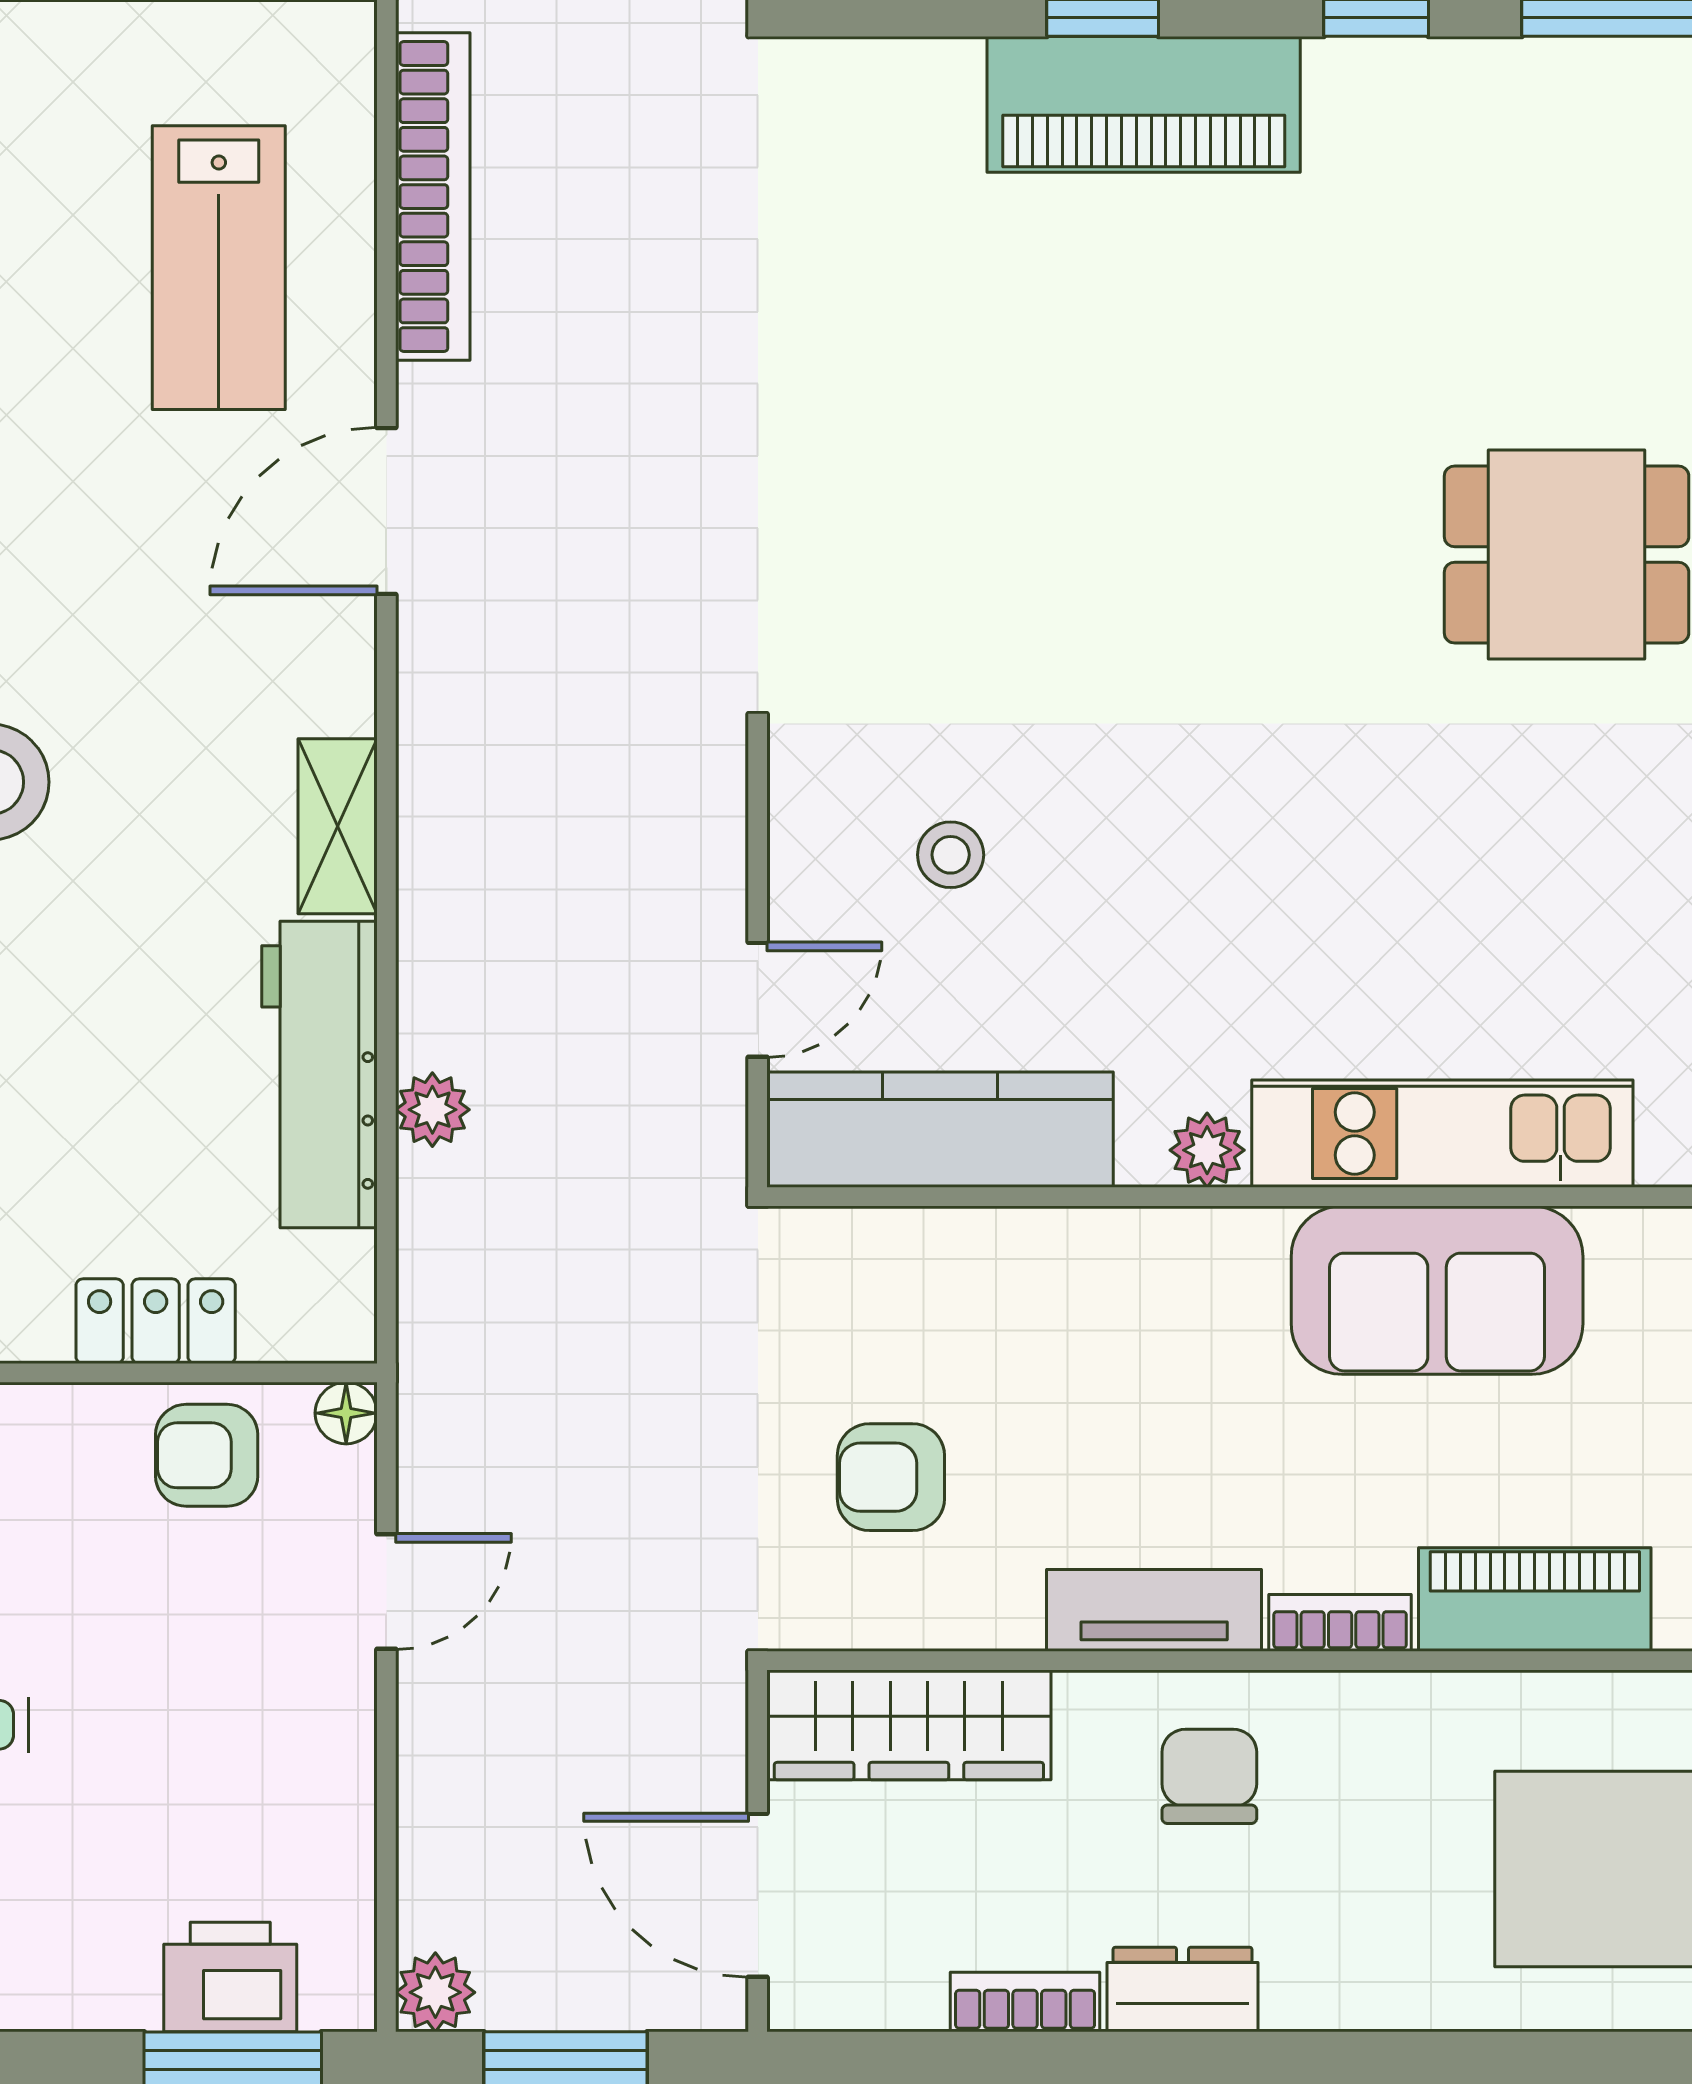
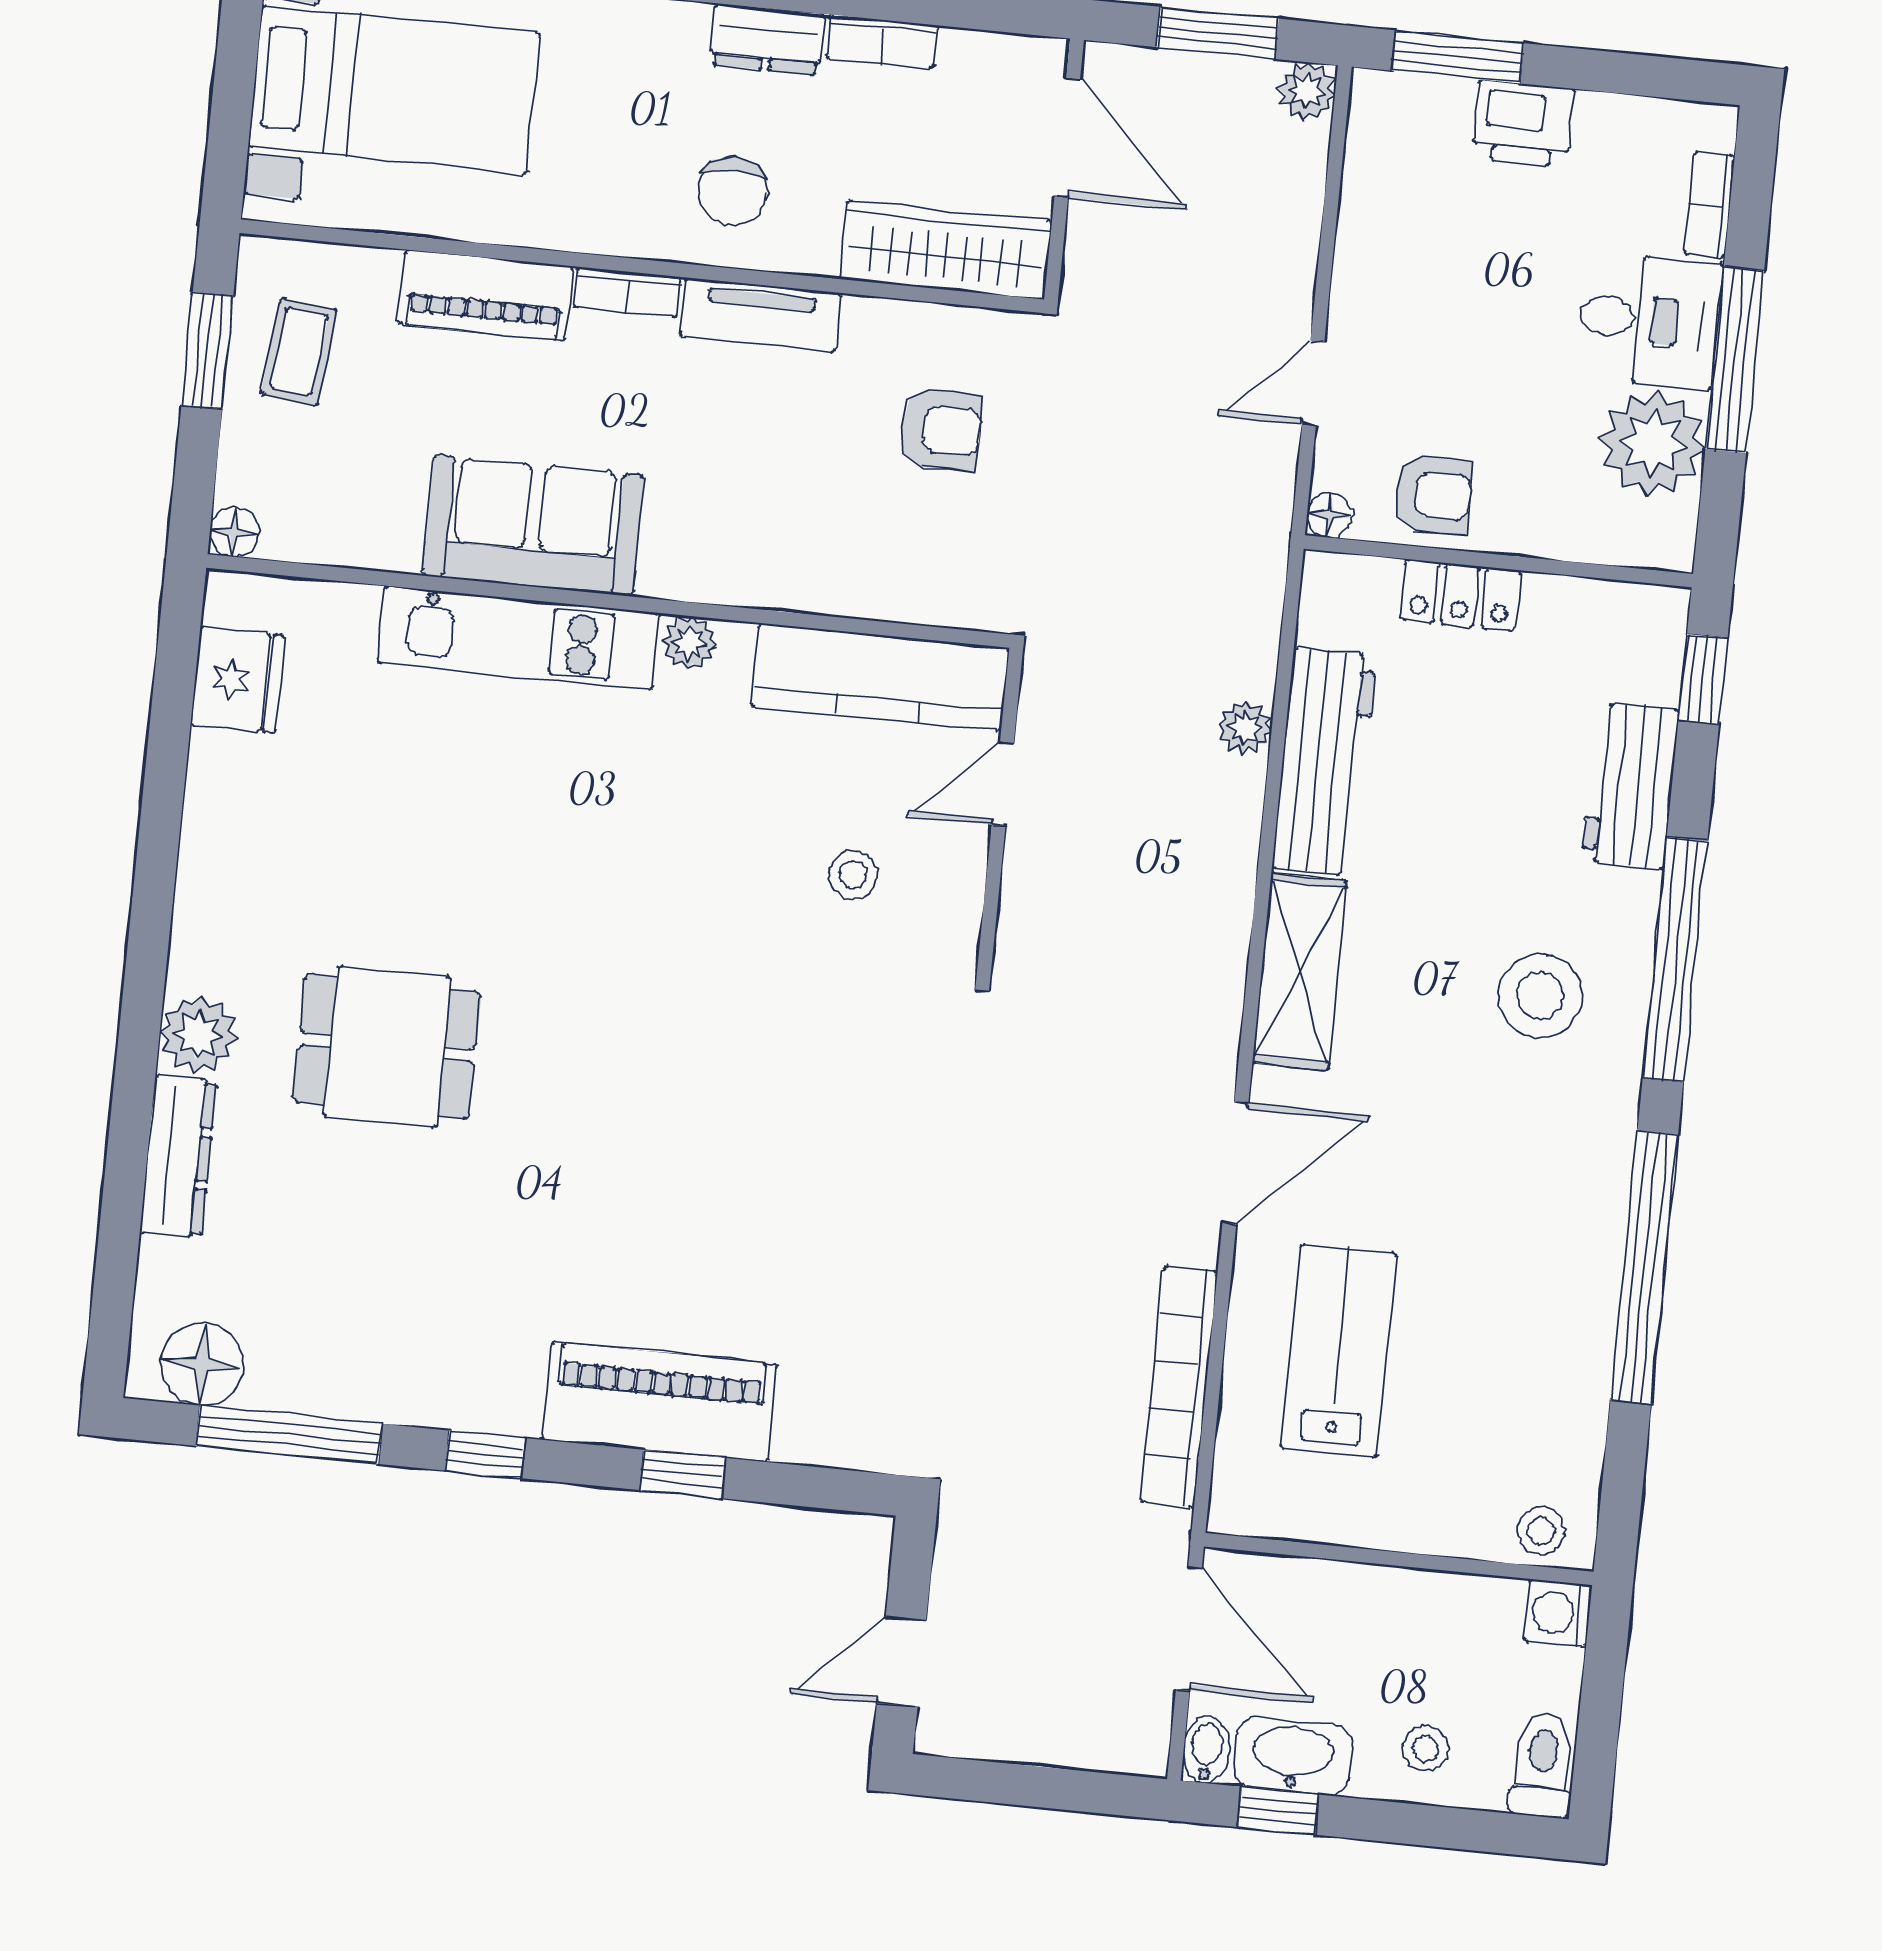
shelving: (338, 826) -> (1299, 972), width x1.50, depth x1.33
printer: (230, 1977) -> (1523, 124), moved

